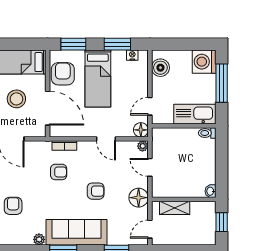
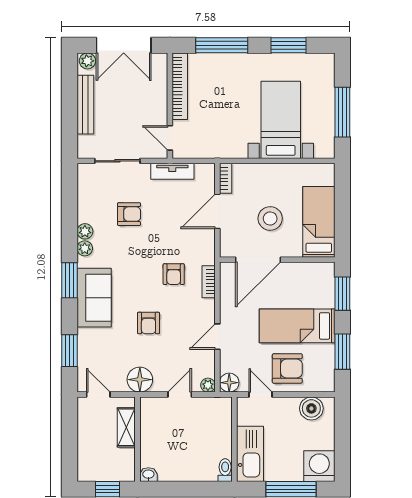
nightstand: (132, 55) -> (328, 371), removed
armchair: (63, 74) -> (287, 368), moved
sofa: (76, 232) -> (94, 298), width x0.73
plant: (26, 239) -> (85, 231), added

